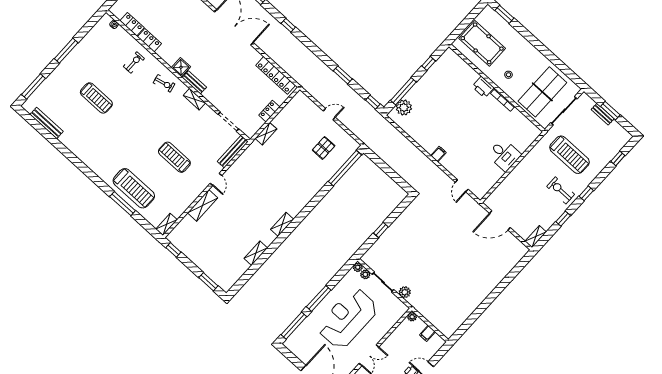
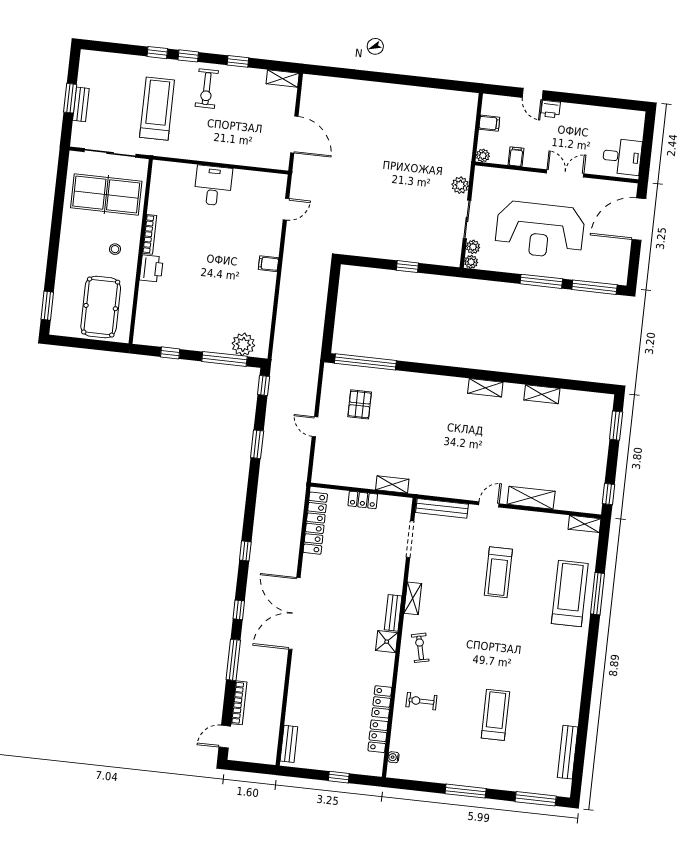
pallet: (324, 148) -> (360, 404), turned 90
window: (618, 158) -> (157, 53), moved
filing cabinet: (398, 335) -> (516, 157), added

